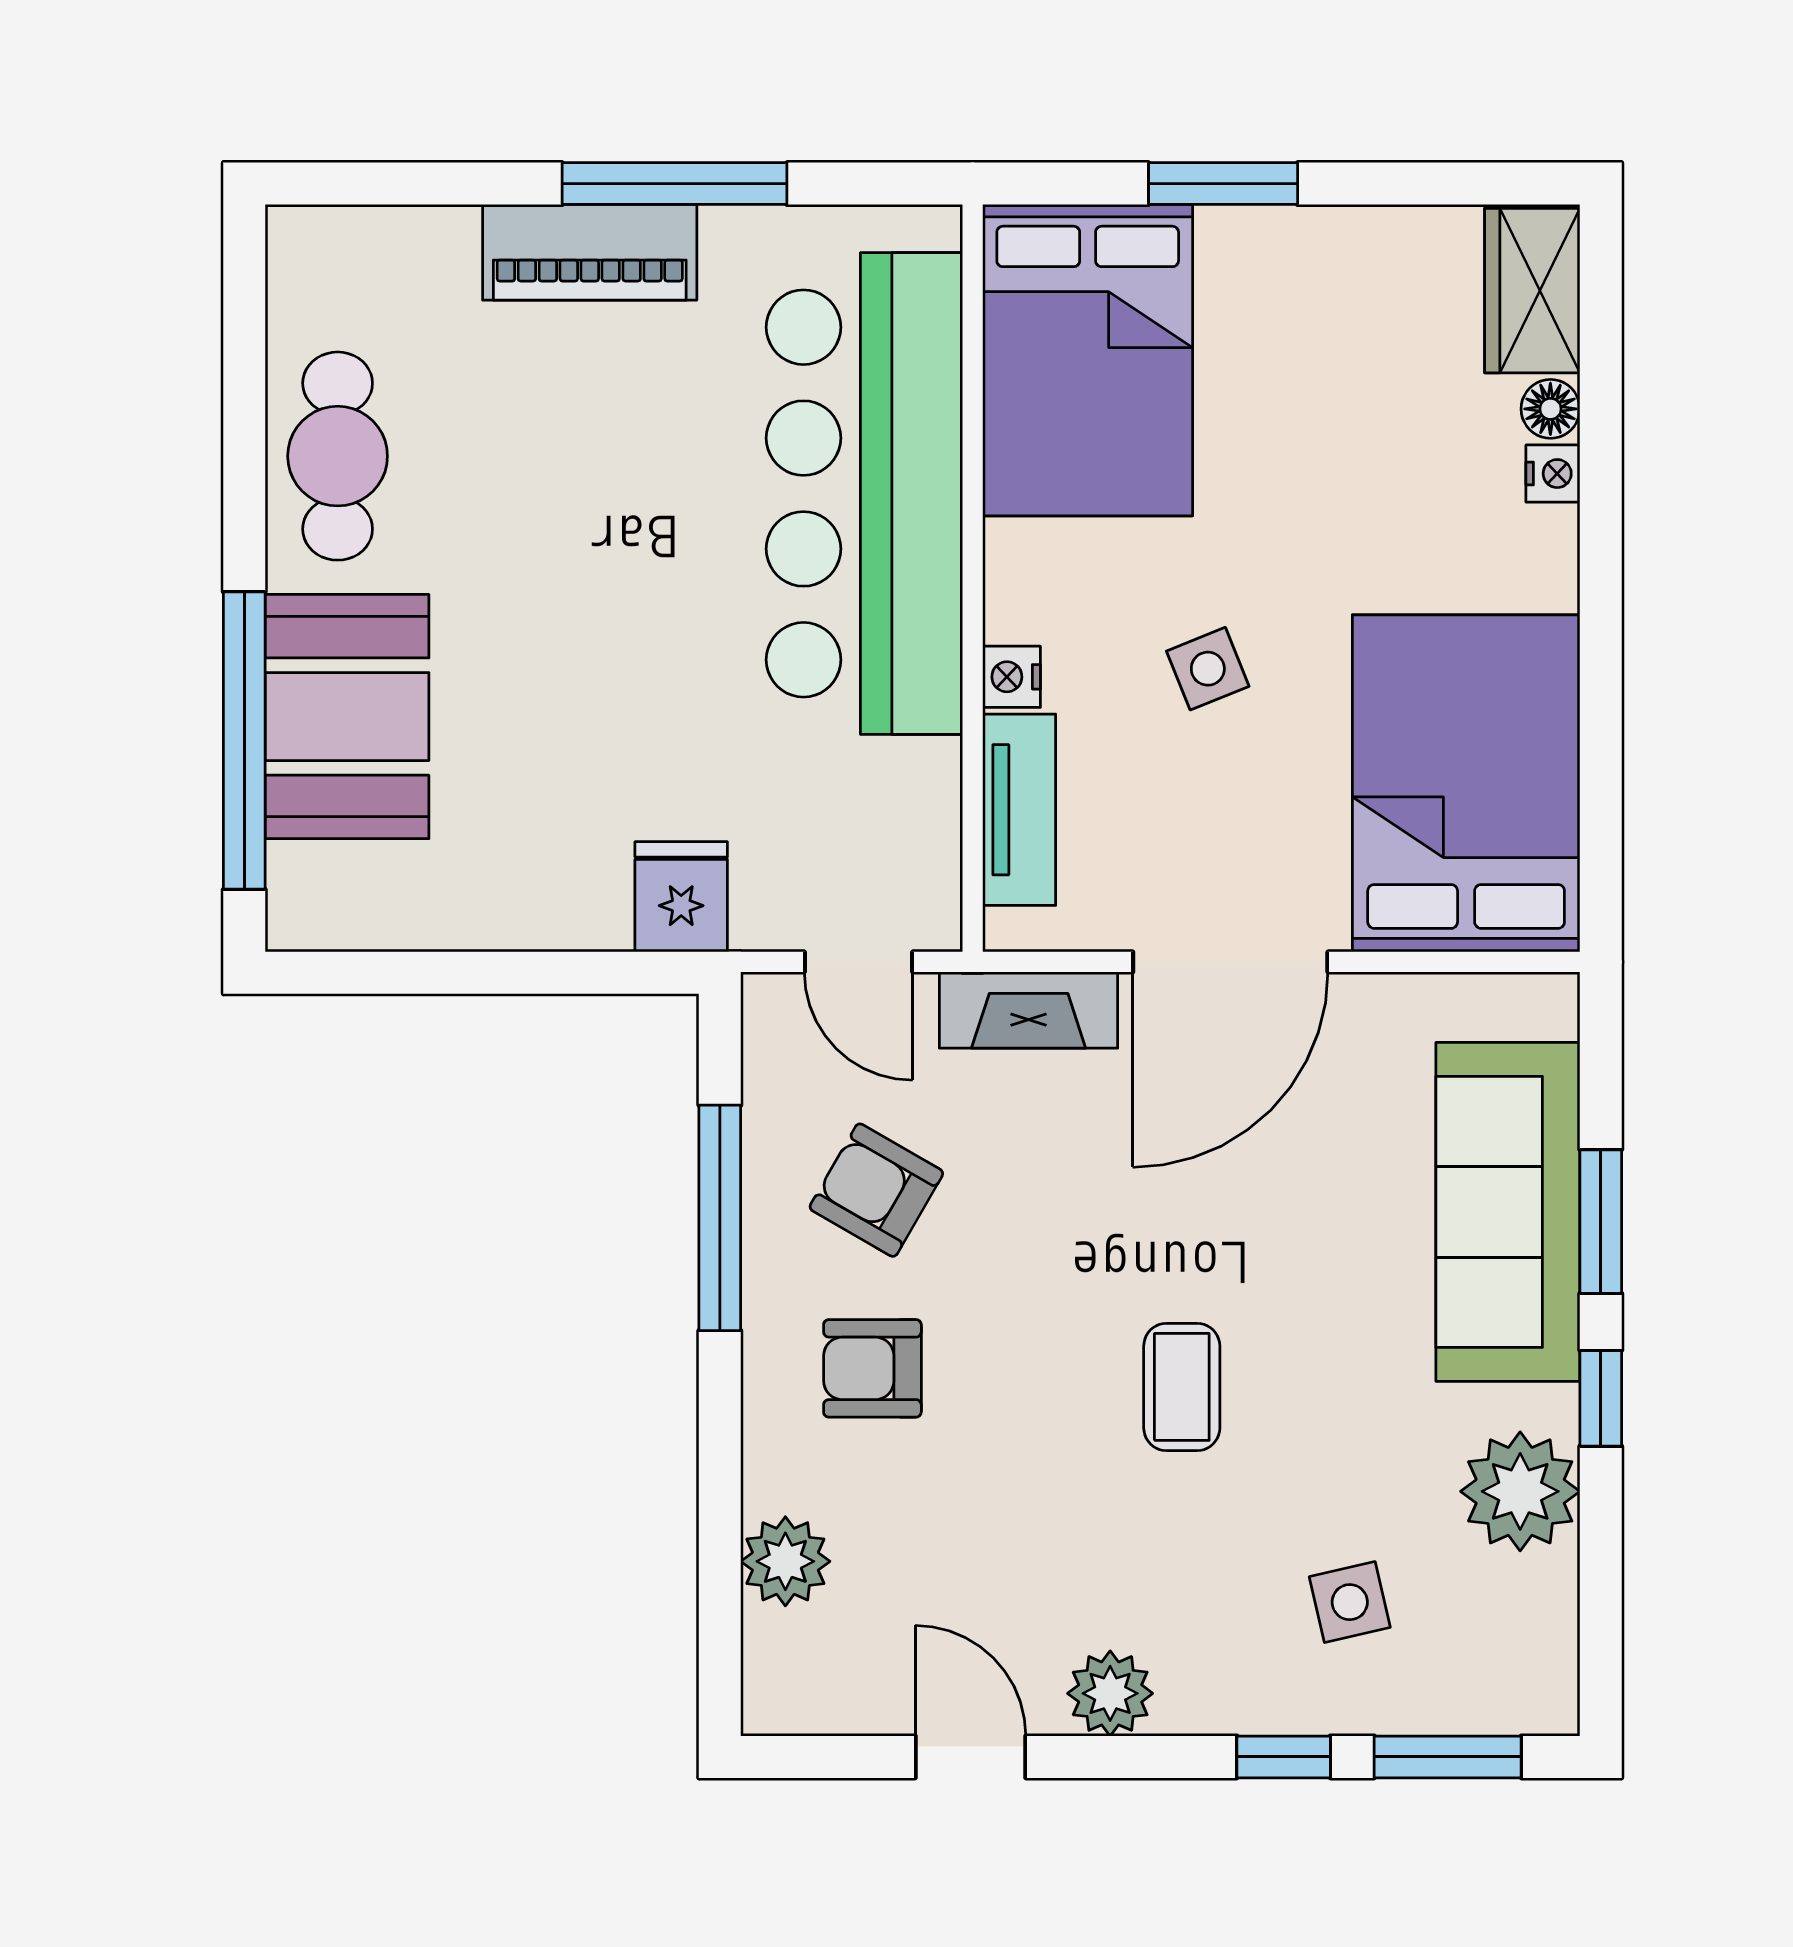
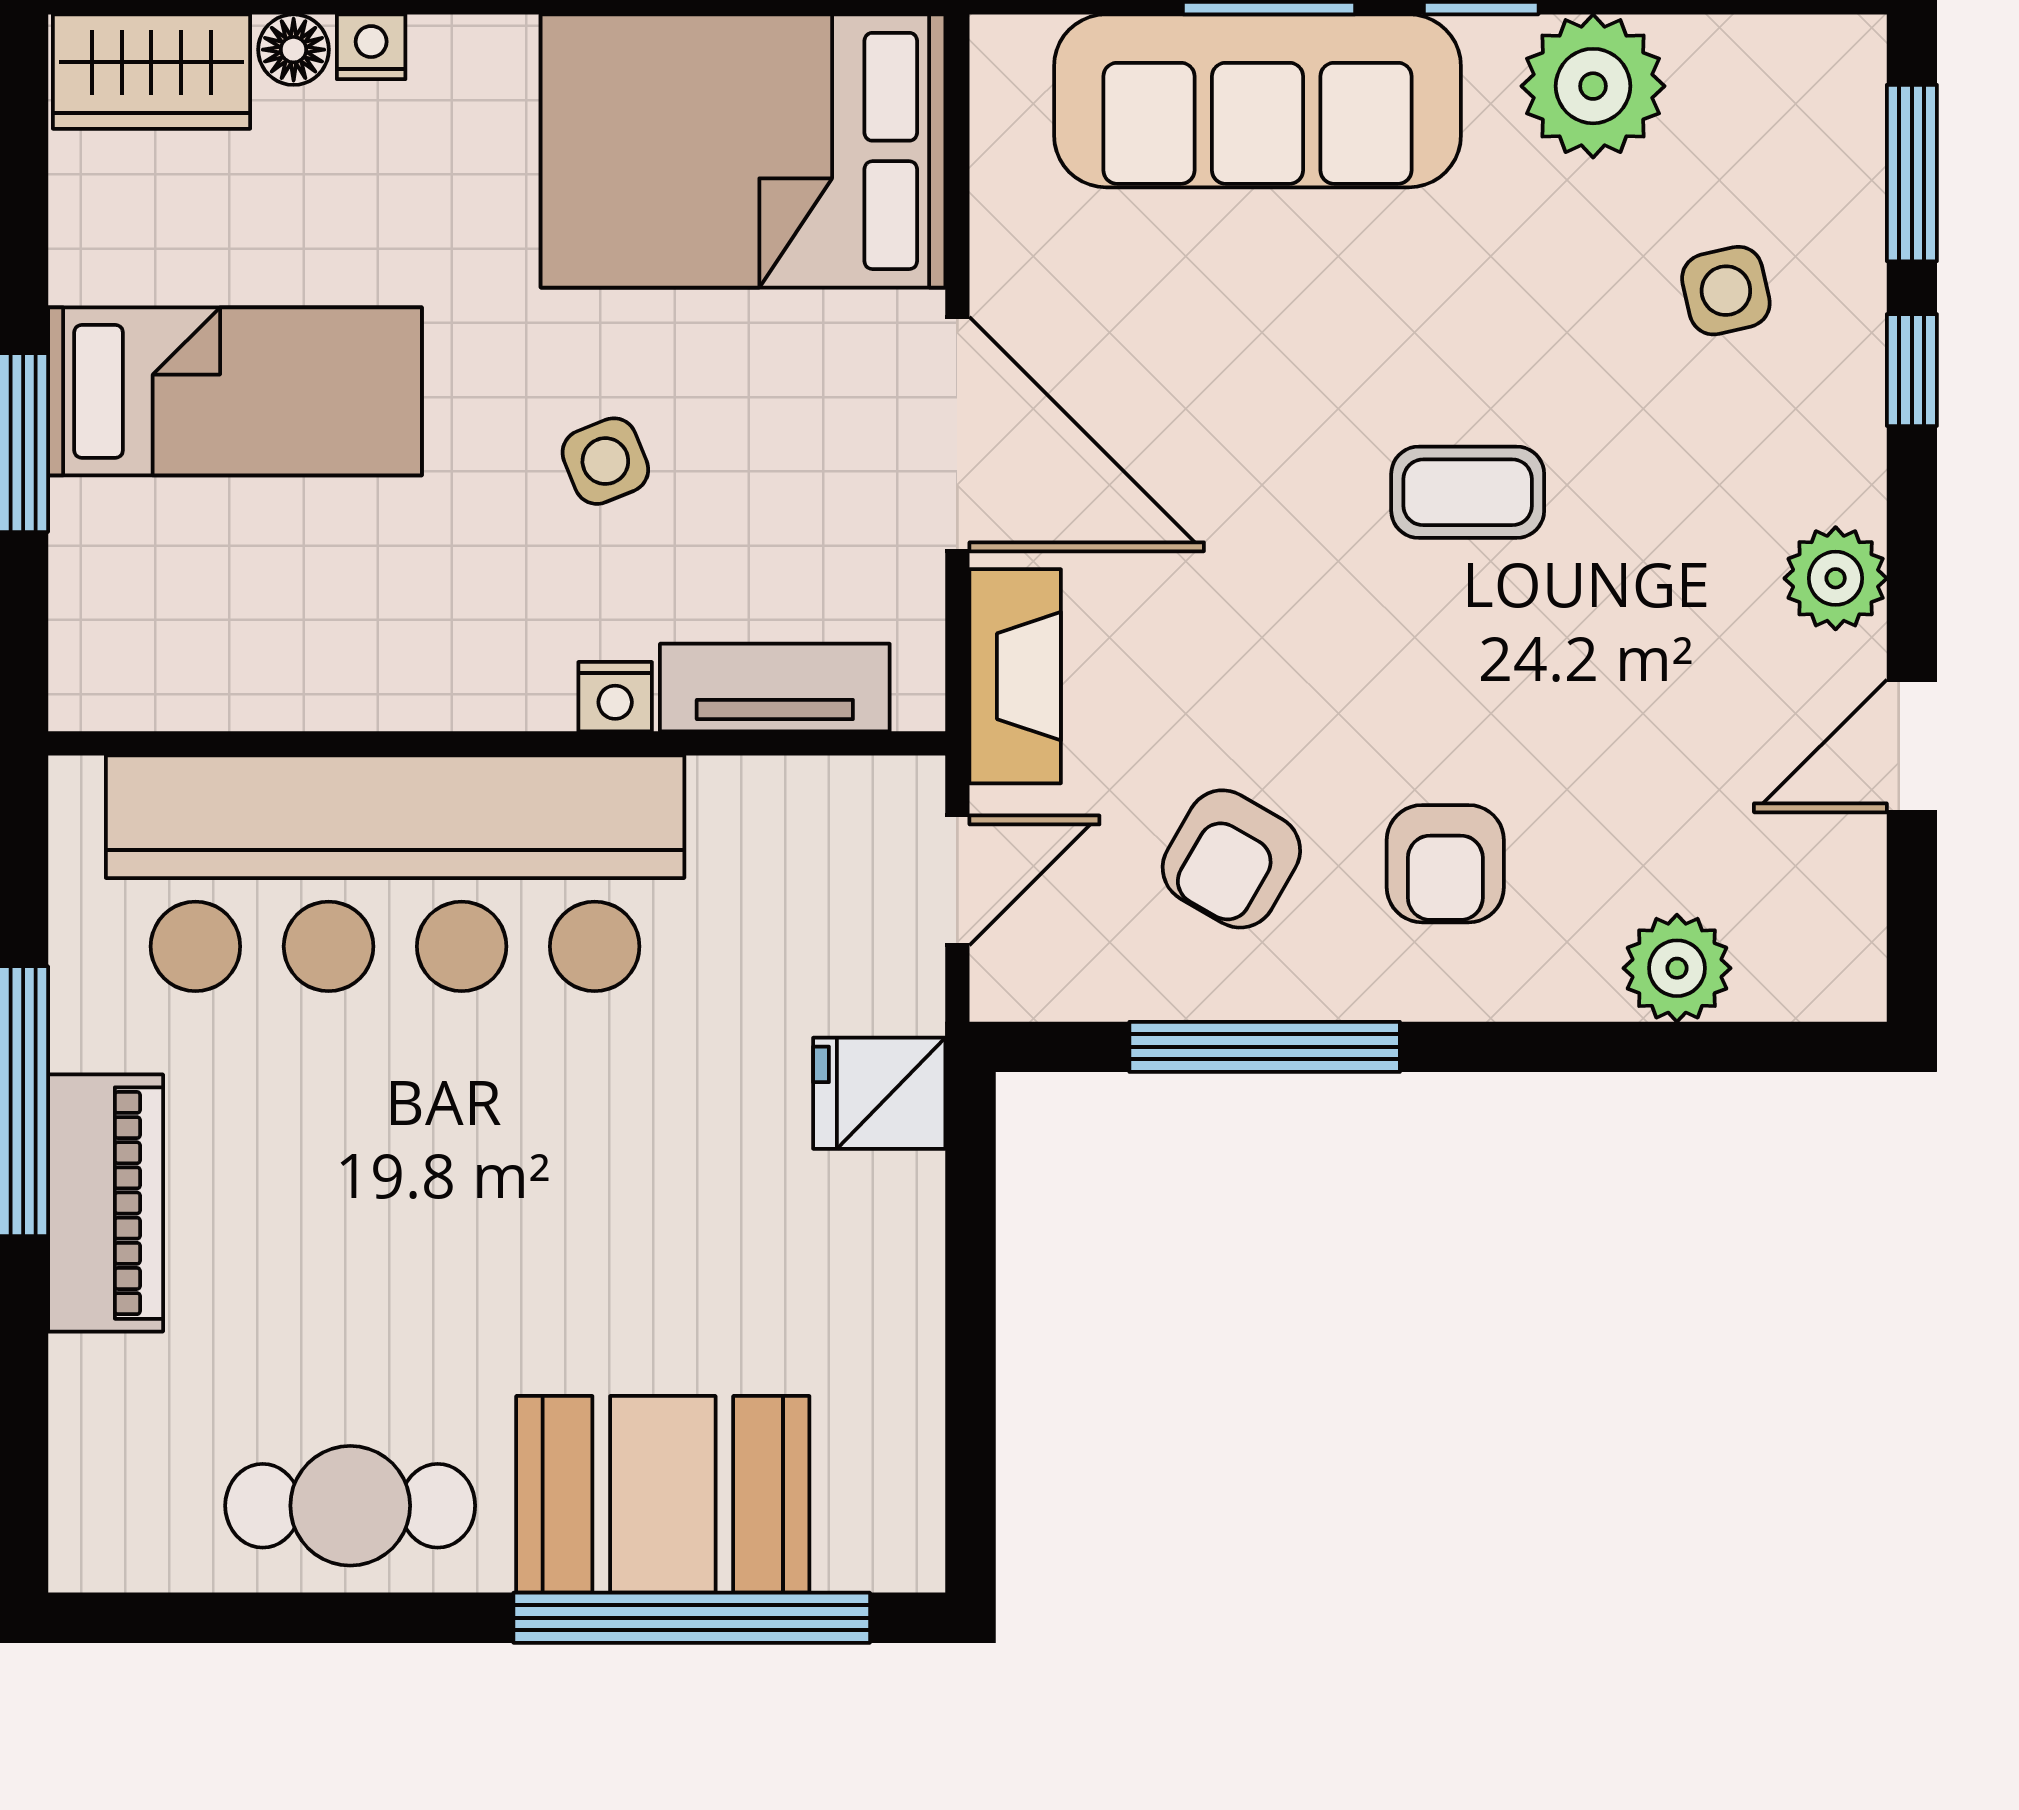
bed: (1088, 360) -> (235, 391), moved, width x0.67

